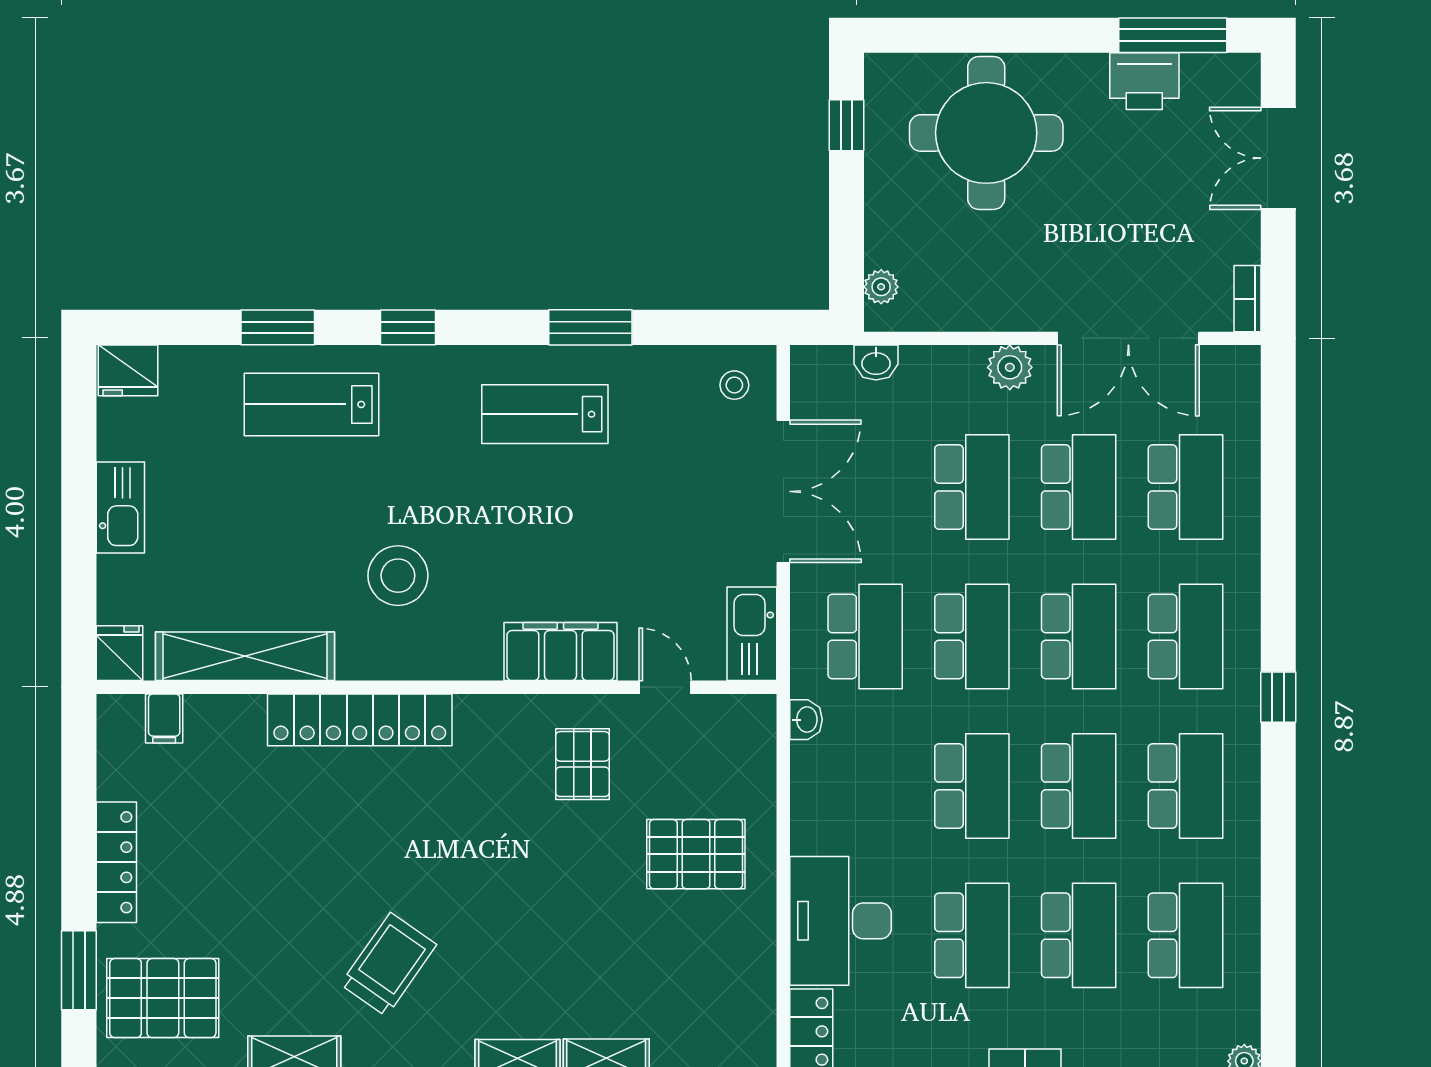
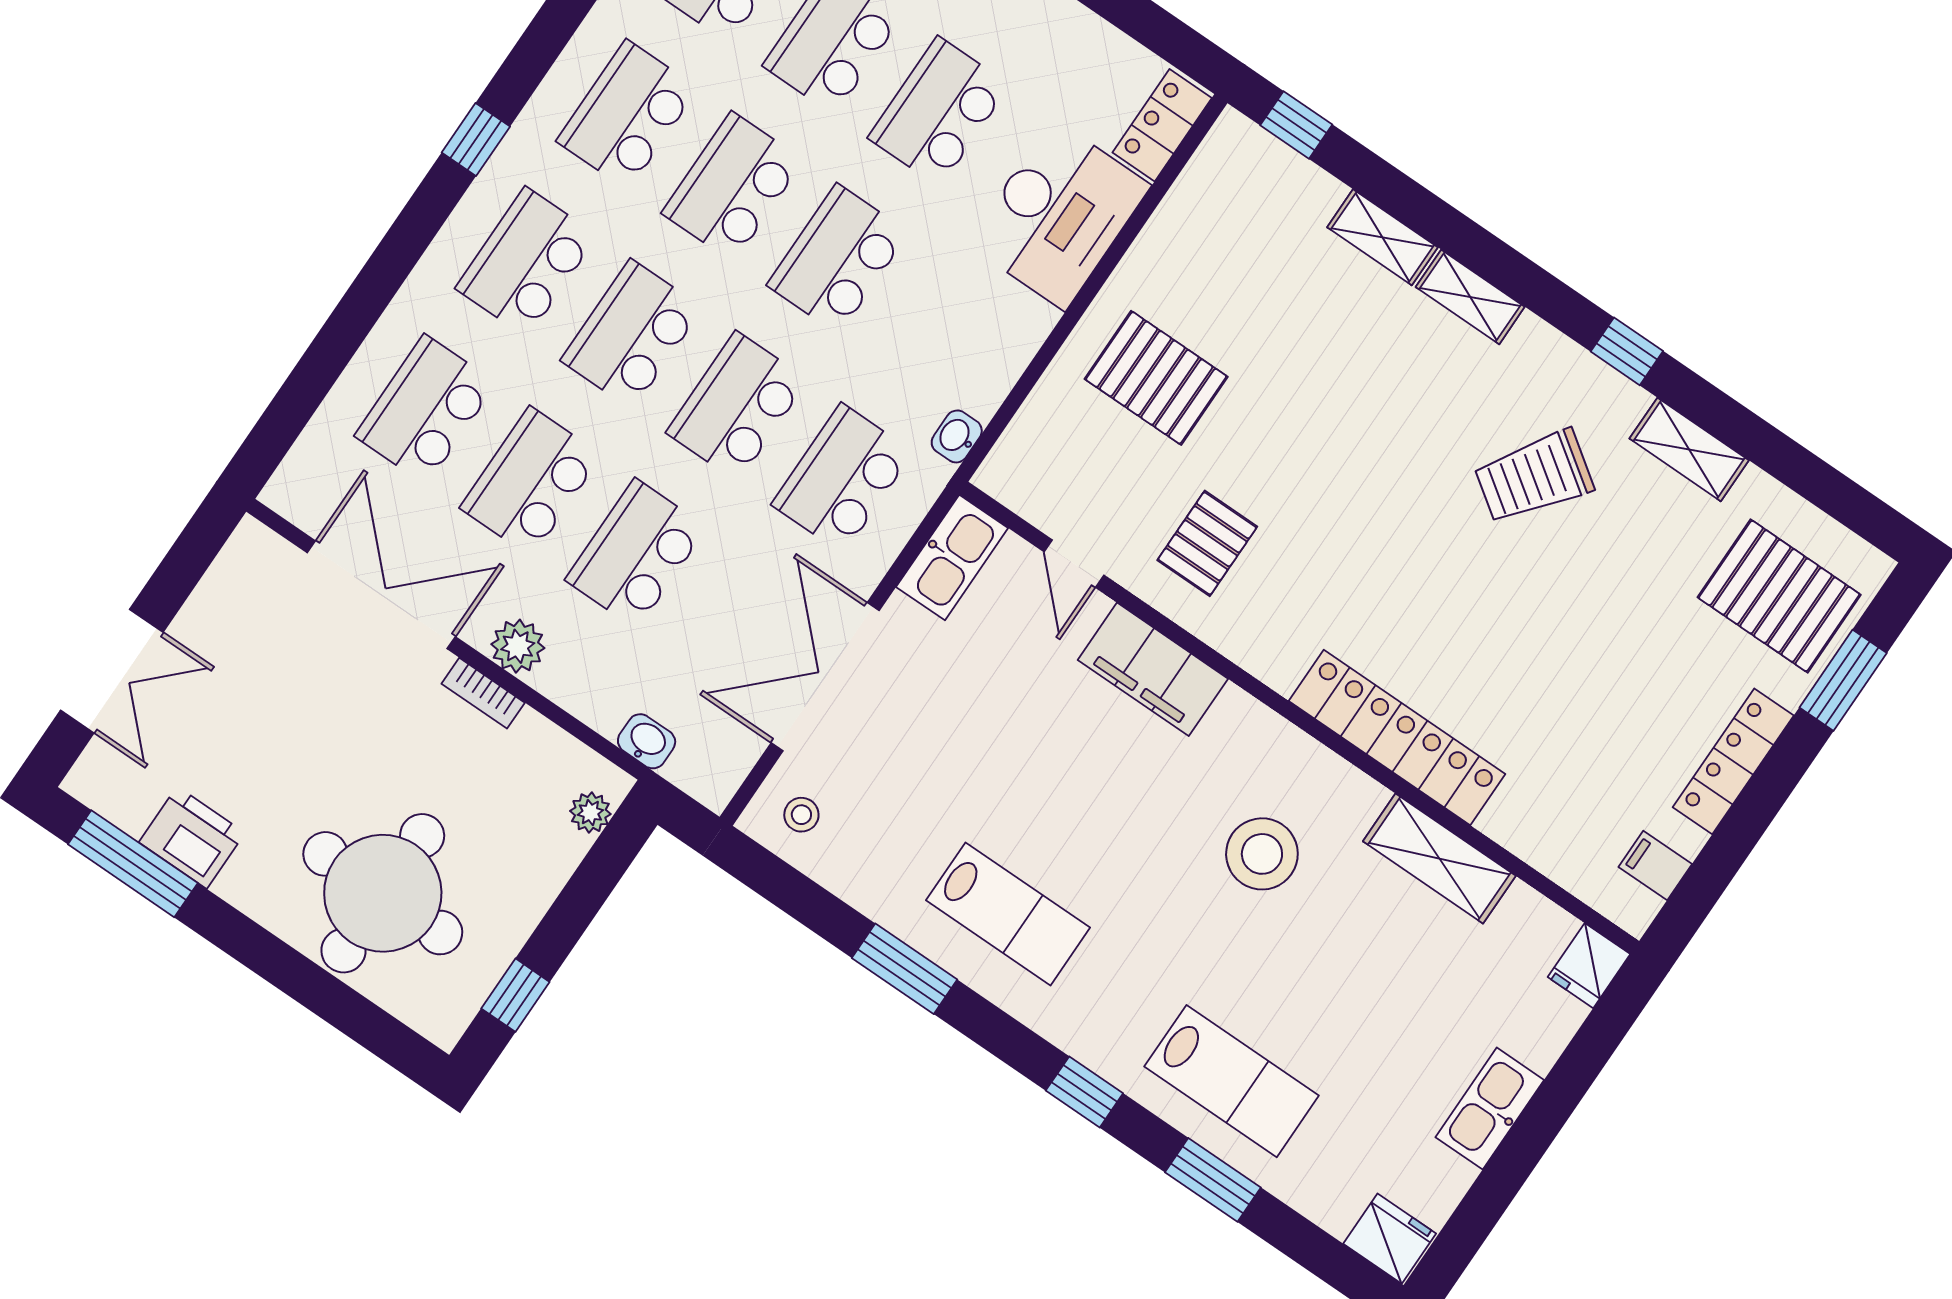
bookcase: (1248, 299) -> (483, 693), moved, turned 90
shelving: (245, 656) -> (1439, 858), width x0.68
filing cabinet: (164, 718) -> (1655, 866), moved, turned -90

